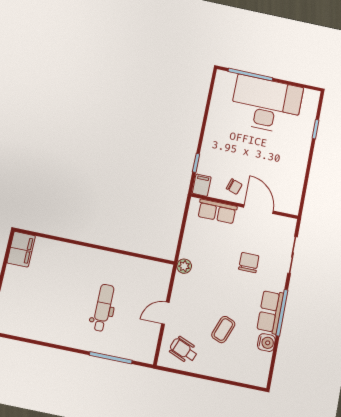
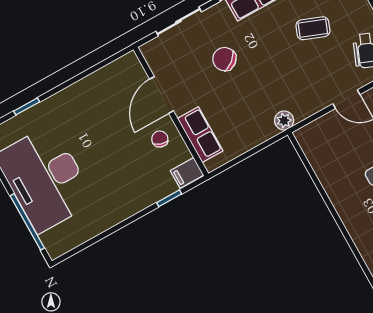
chair: (249, 263) -> (224, 59), turned 51

